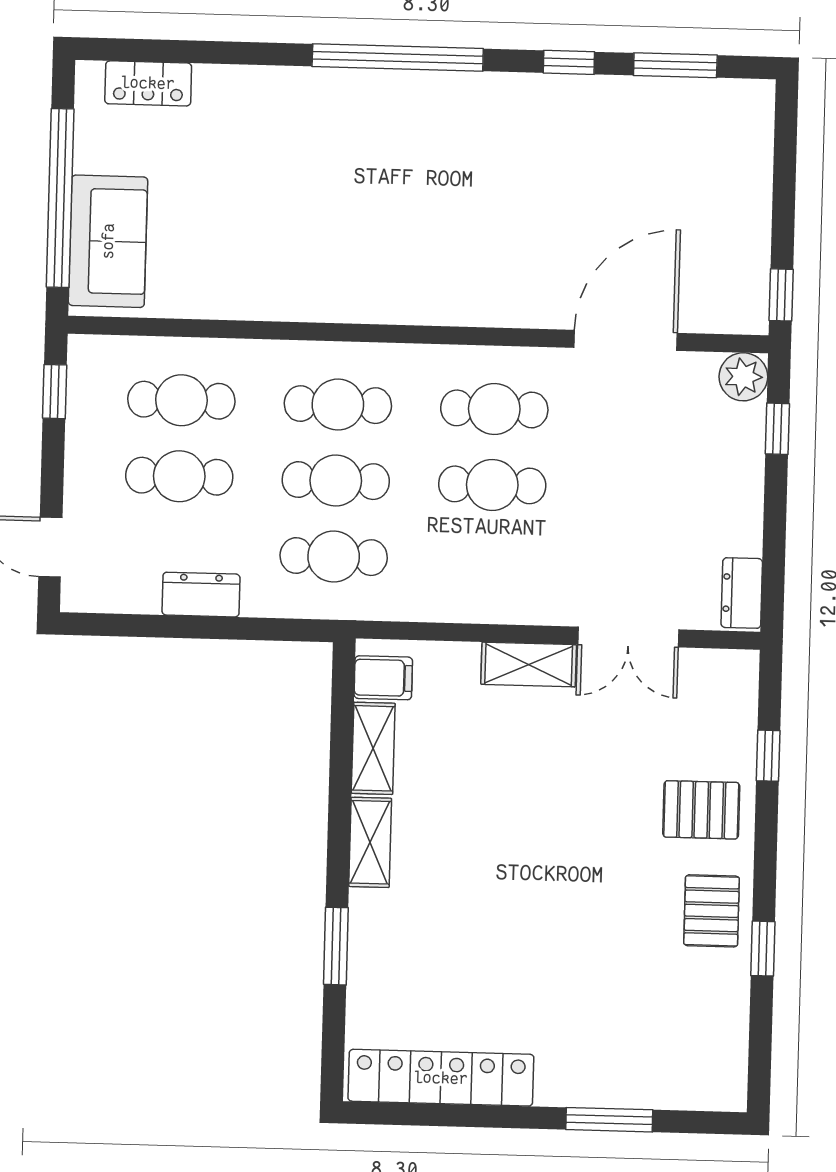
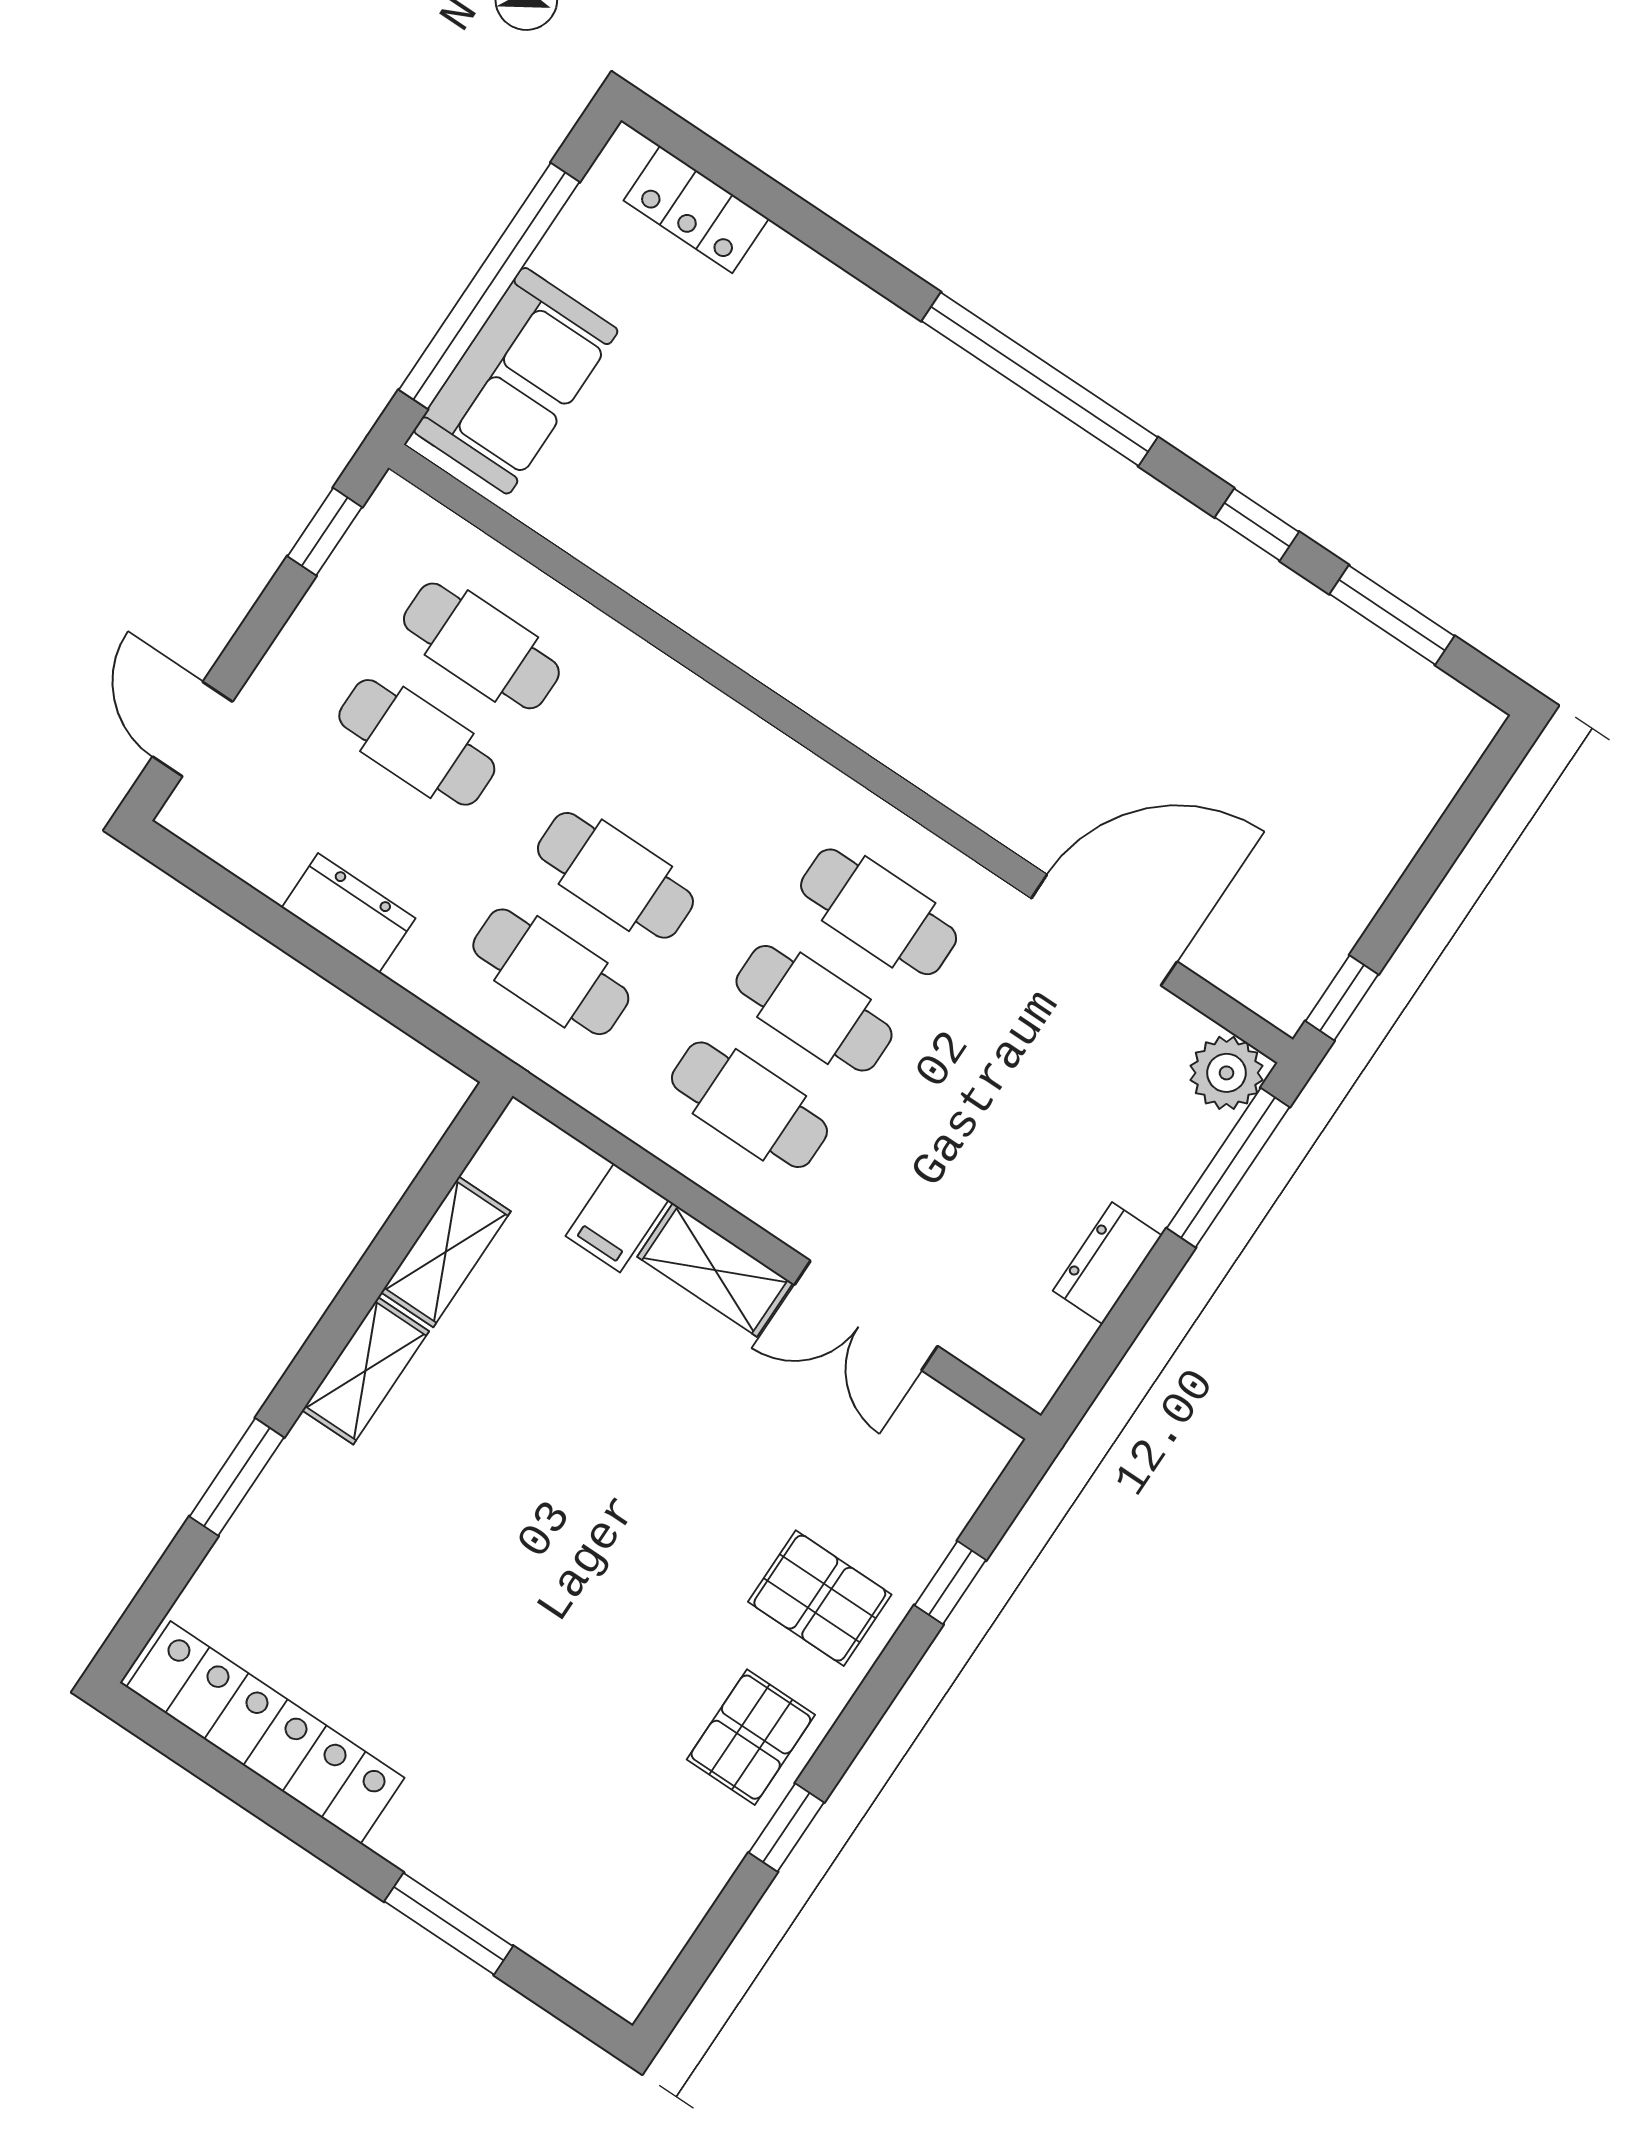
cafe table: (338, 405) -> (749, 1105), moved
window: (777, 429) -> (1228, 1168), width x2.17
dresser: (742, 593) -> (1107, 1263), moved
filing cabinet: (383, 678) -> (617, 1218), moved, turned 90

